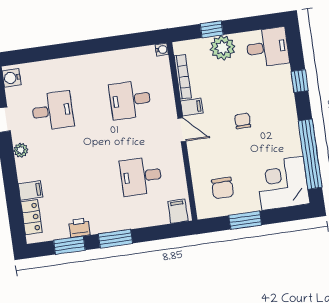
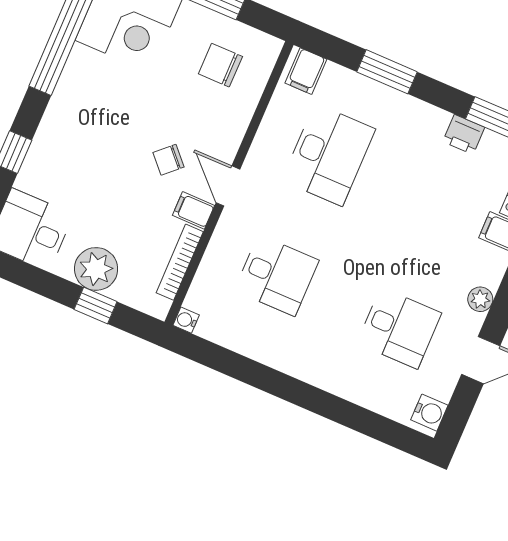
desk: (53, 111) -> (399, 328), turned 180
chair: (243, 121) -> (168, 160), moved, turned 47
desk: (141, 176) -> (328, 155), width x1.37
chair: (223, 188) -> (220, 65), turned -90
window: (115, 239) -> (387, 72), moved

